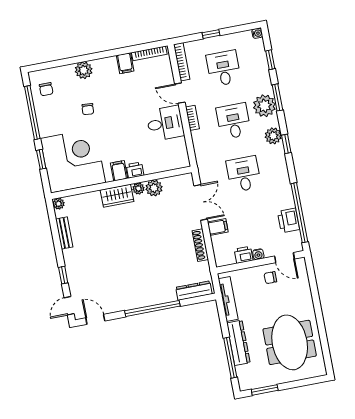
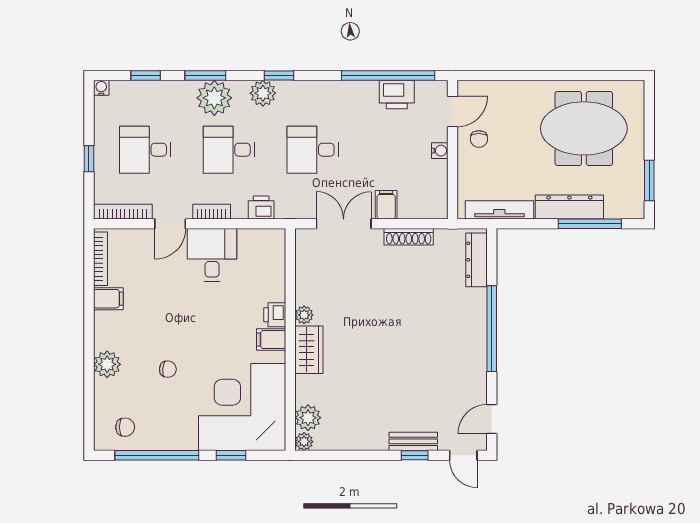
plant: (154, 188) -> (308, 418), moved
bench: (64, 233) -> (413, 441), moved
printer: (244, 255) -> (261, 208), moved, turned 90

